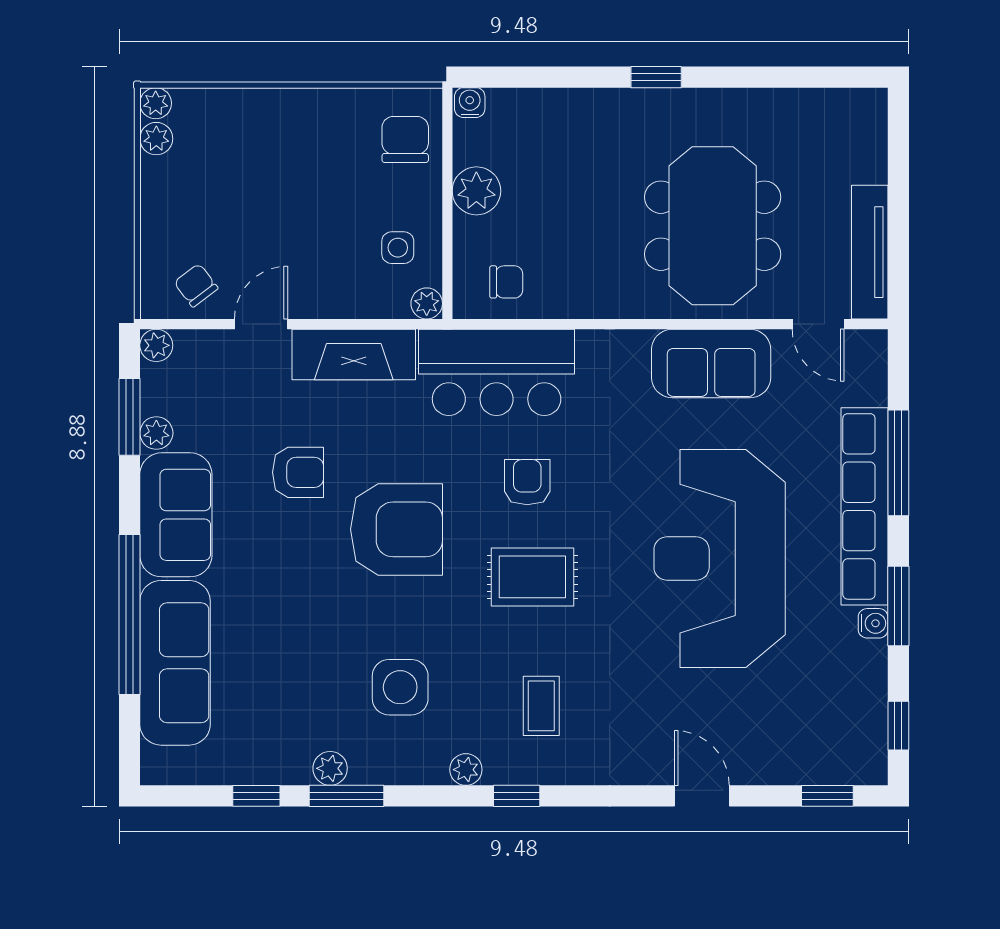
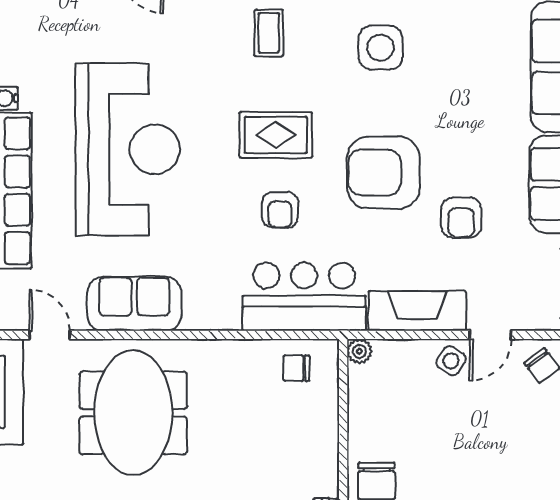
plant: (476, 191) -> (320, 440), removed
side table: (398, 248) -> (451, 361), moved, turned 33
armchair: (298, 472) -> (461, 218), turned -90

